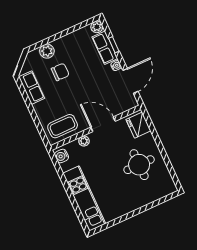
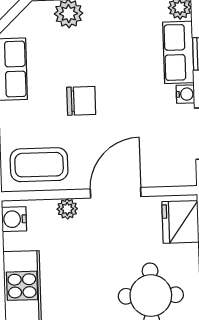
chair: (60, 72) -> (81, 101), moved
door: (103, 124) -> (116, 193), hinge flipped

